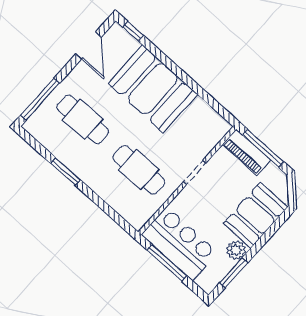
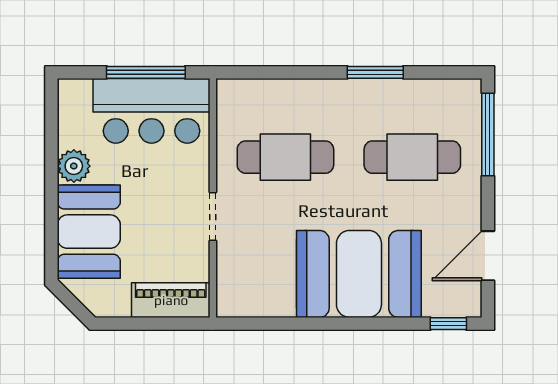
door: (88, 45) -> (488, 256), hinge flipped
window: (263, 148) -> (155, 324), removed
window: (234, 273) -> (51, 135), removed

